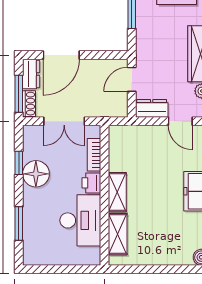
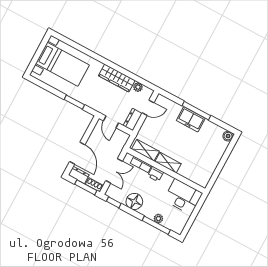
window: (19, 163) -> (114, 202), moved
desk: (80, 220) -> (183, 197), moved
plant: (30, 221) -> (158, 219), added
window: (19, 223) -> (156, 225), width x1.44
shelving: (118, 234) -> (145, 150), moved

